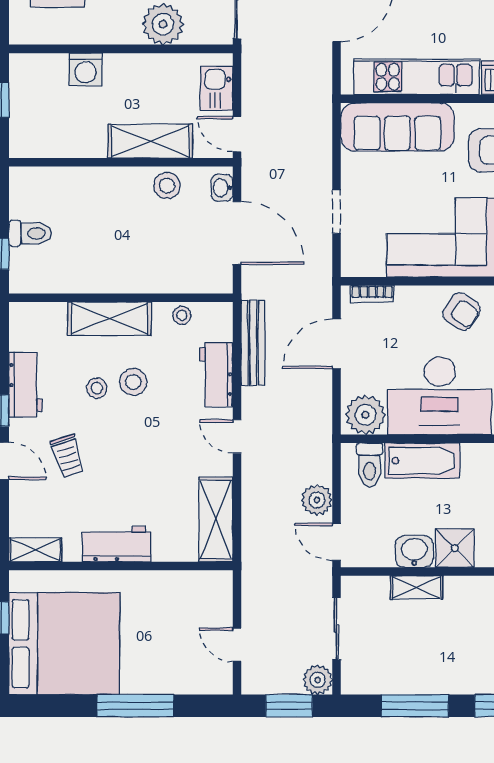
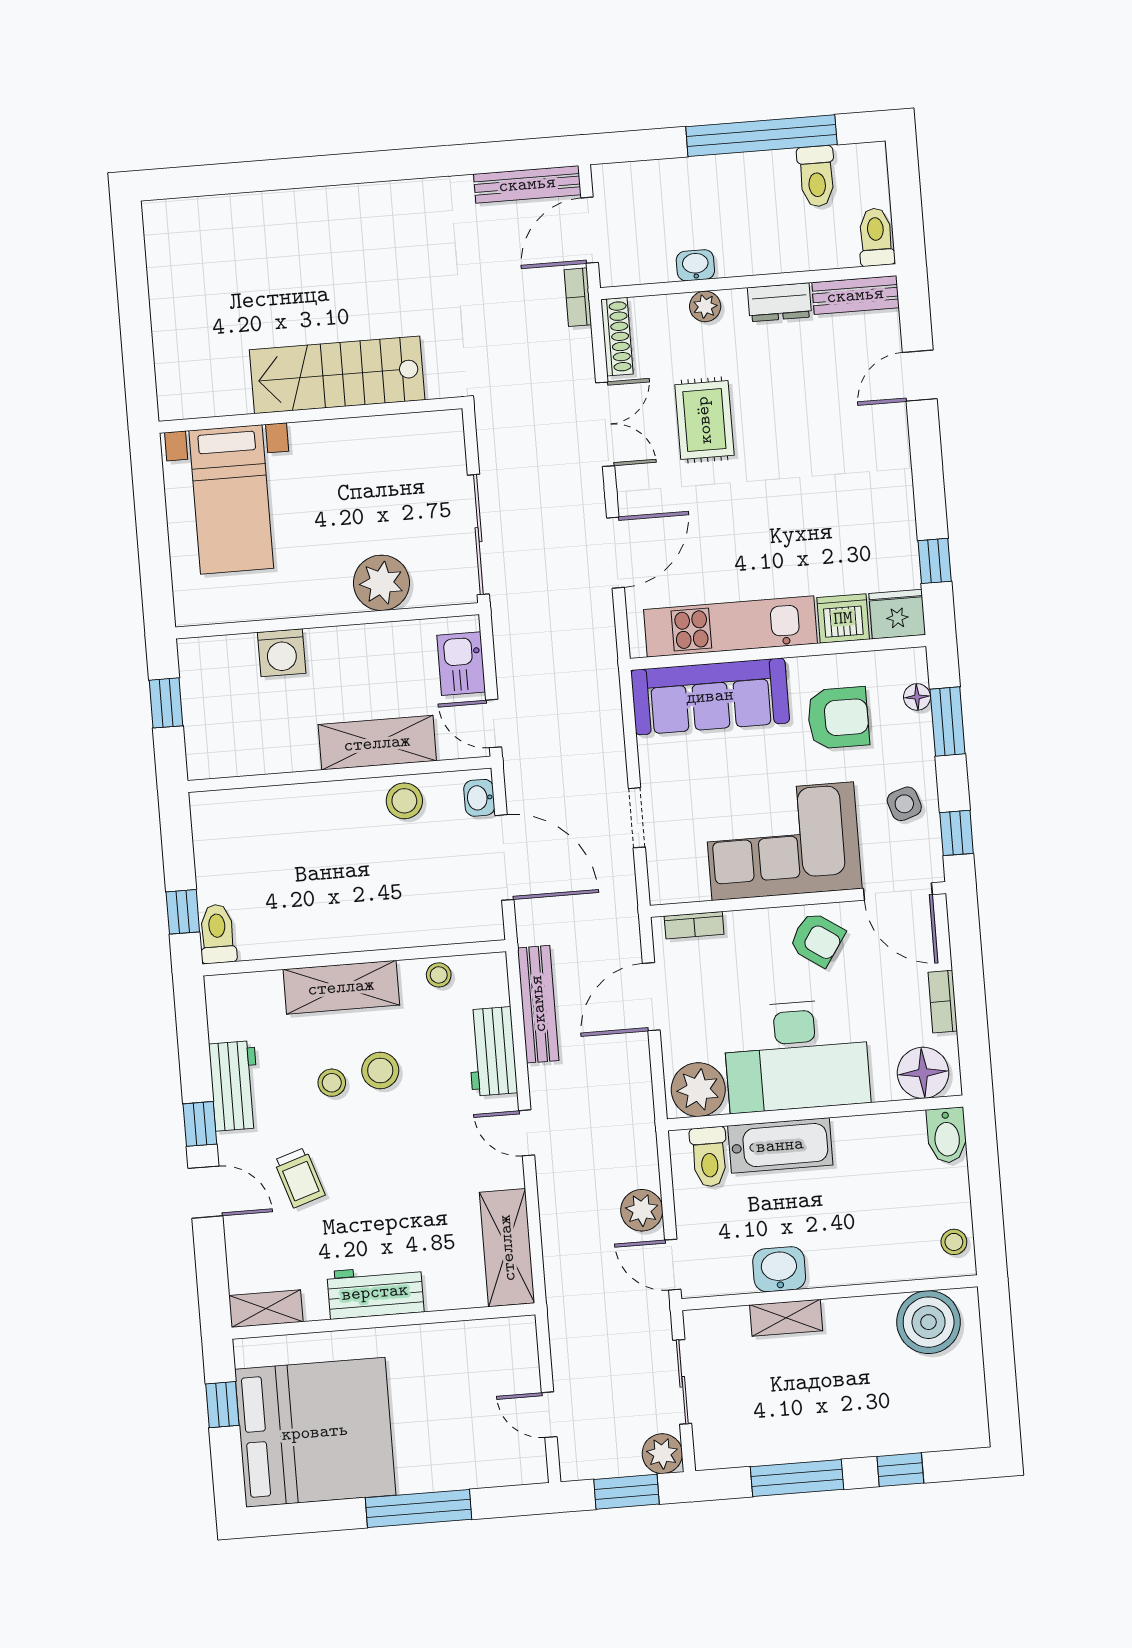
toilet: (30, 233) -> (217, 934), moved, turned -90
shower: (455, 548) -> (834, 1260), removed

